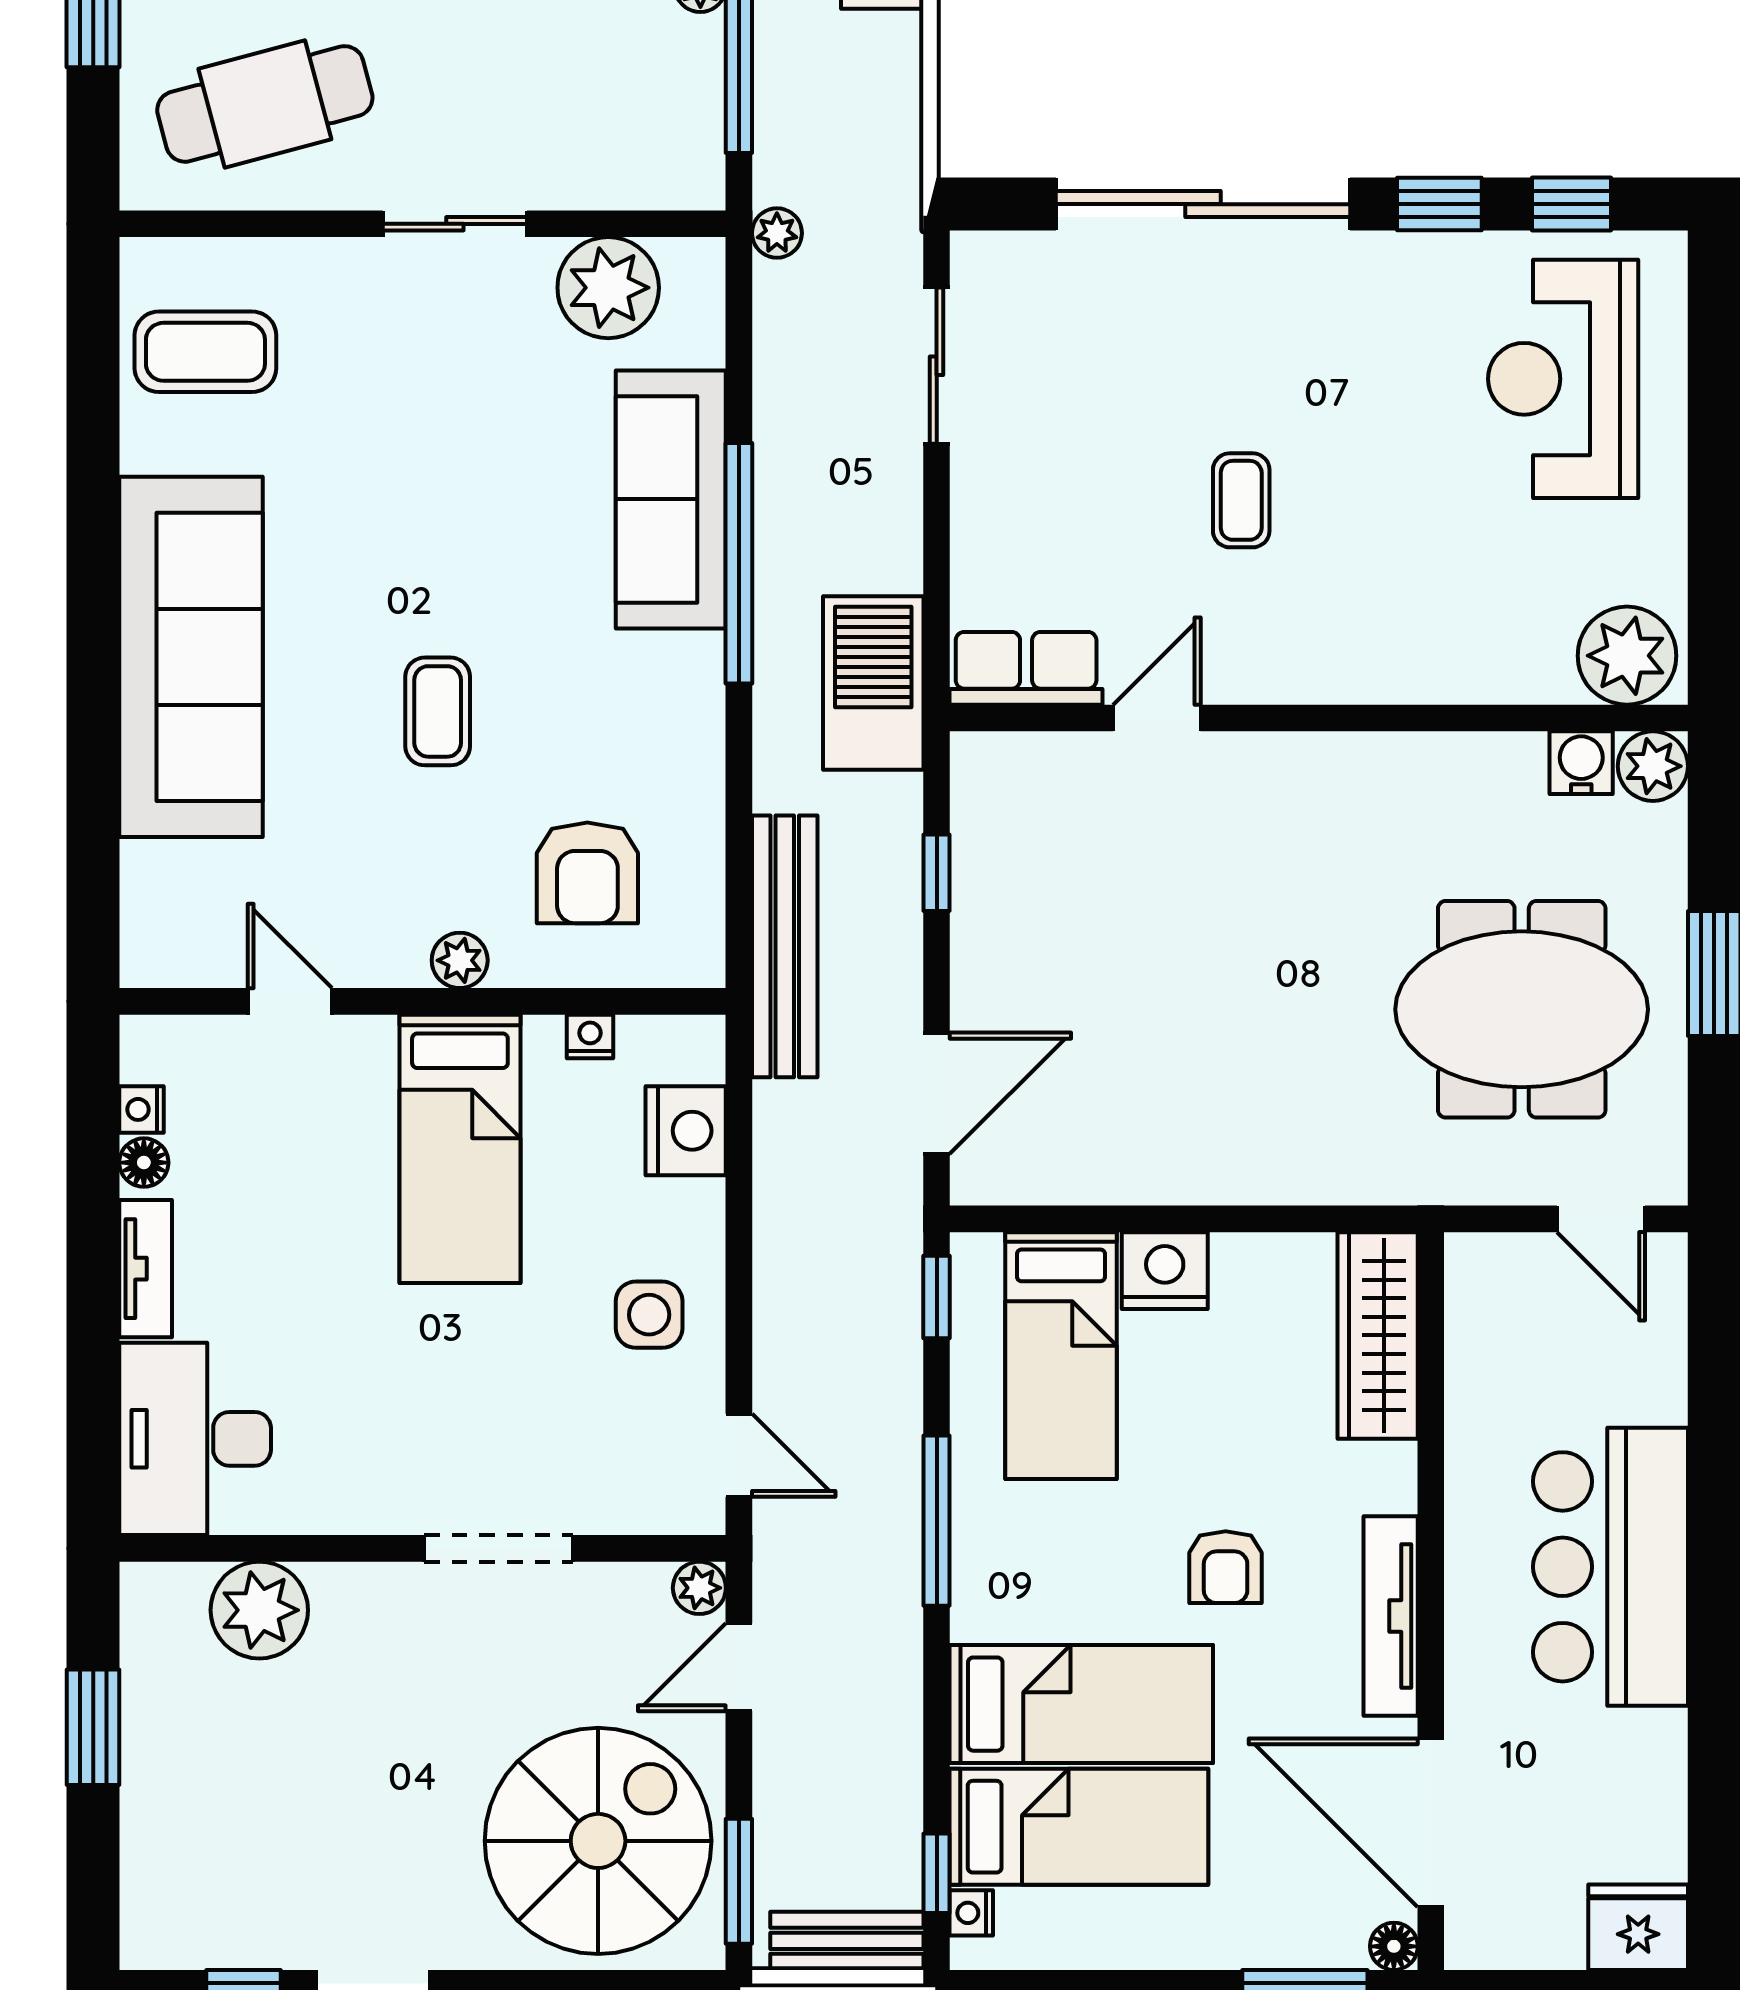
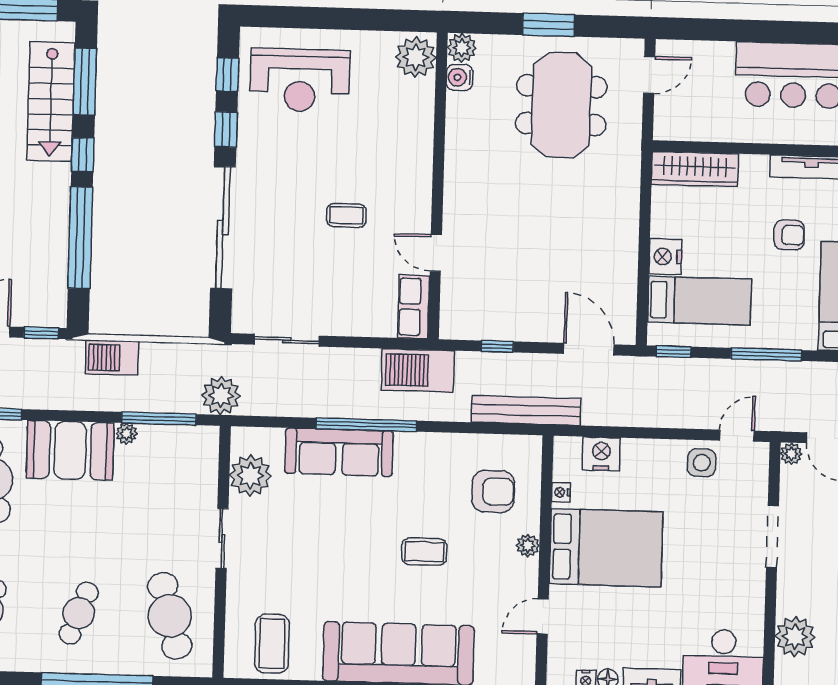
plant: (777, 233) -> (221, 396), width x1.87, depth x1.87
bed: (460, 1149) -> (606, 548), width x1.50
side table: (649, 1315) -> (702, 463), moved

